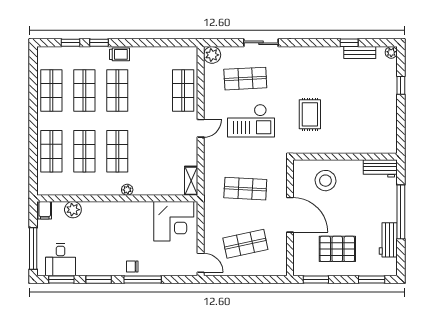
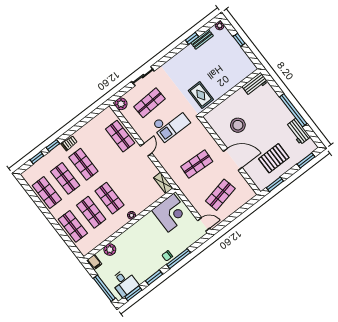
wall: (345, 157) -> (230, 93), moved
workbench: (380, 168) -> (255, 84), moved

